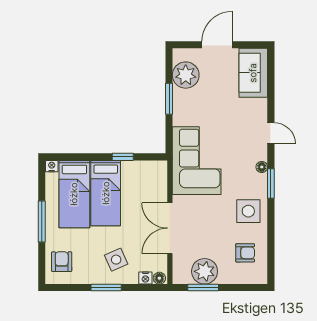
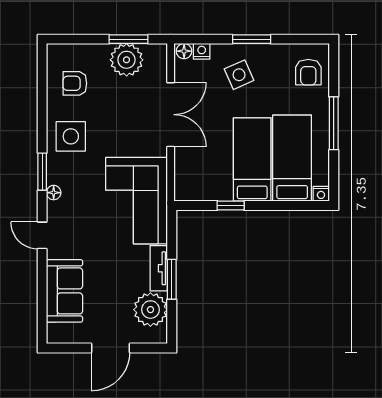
sofa: (253, 73) -> (64, 291), moved
tv unit: (179, 108) -> (159, 268), added

